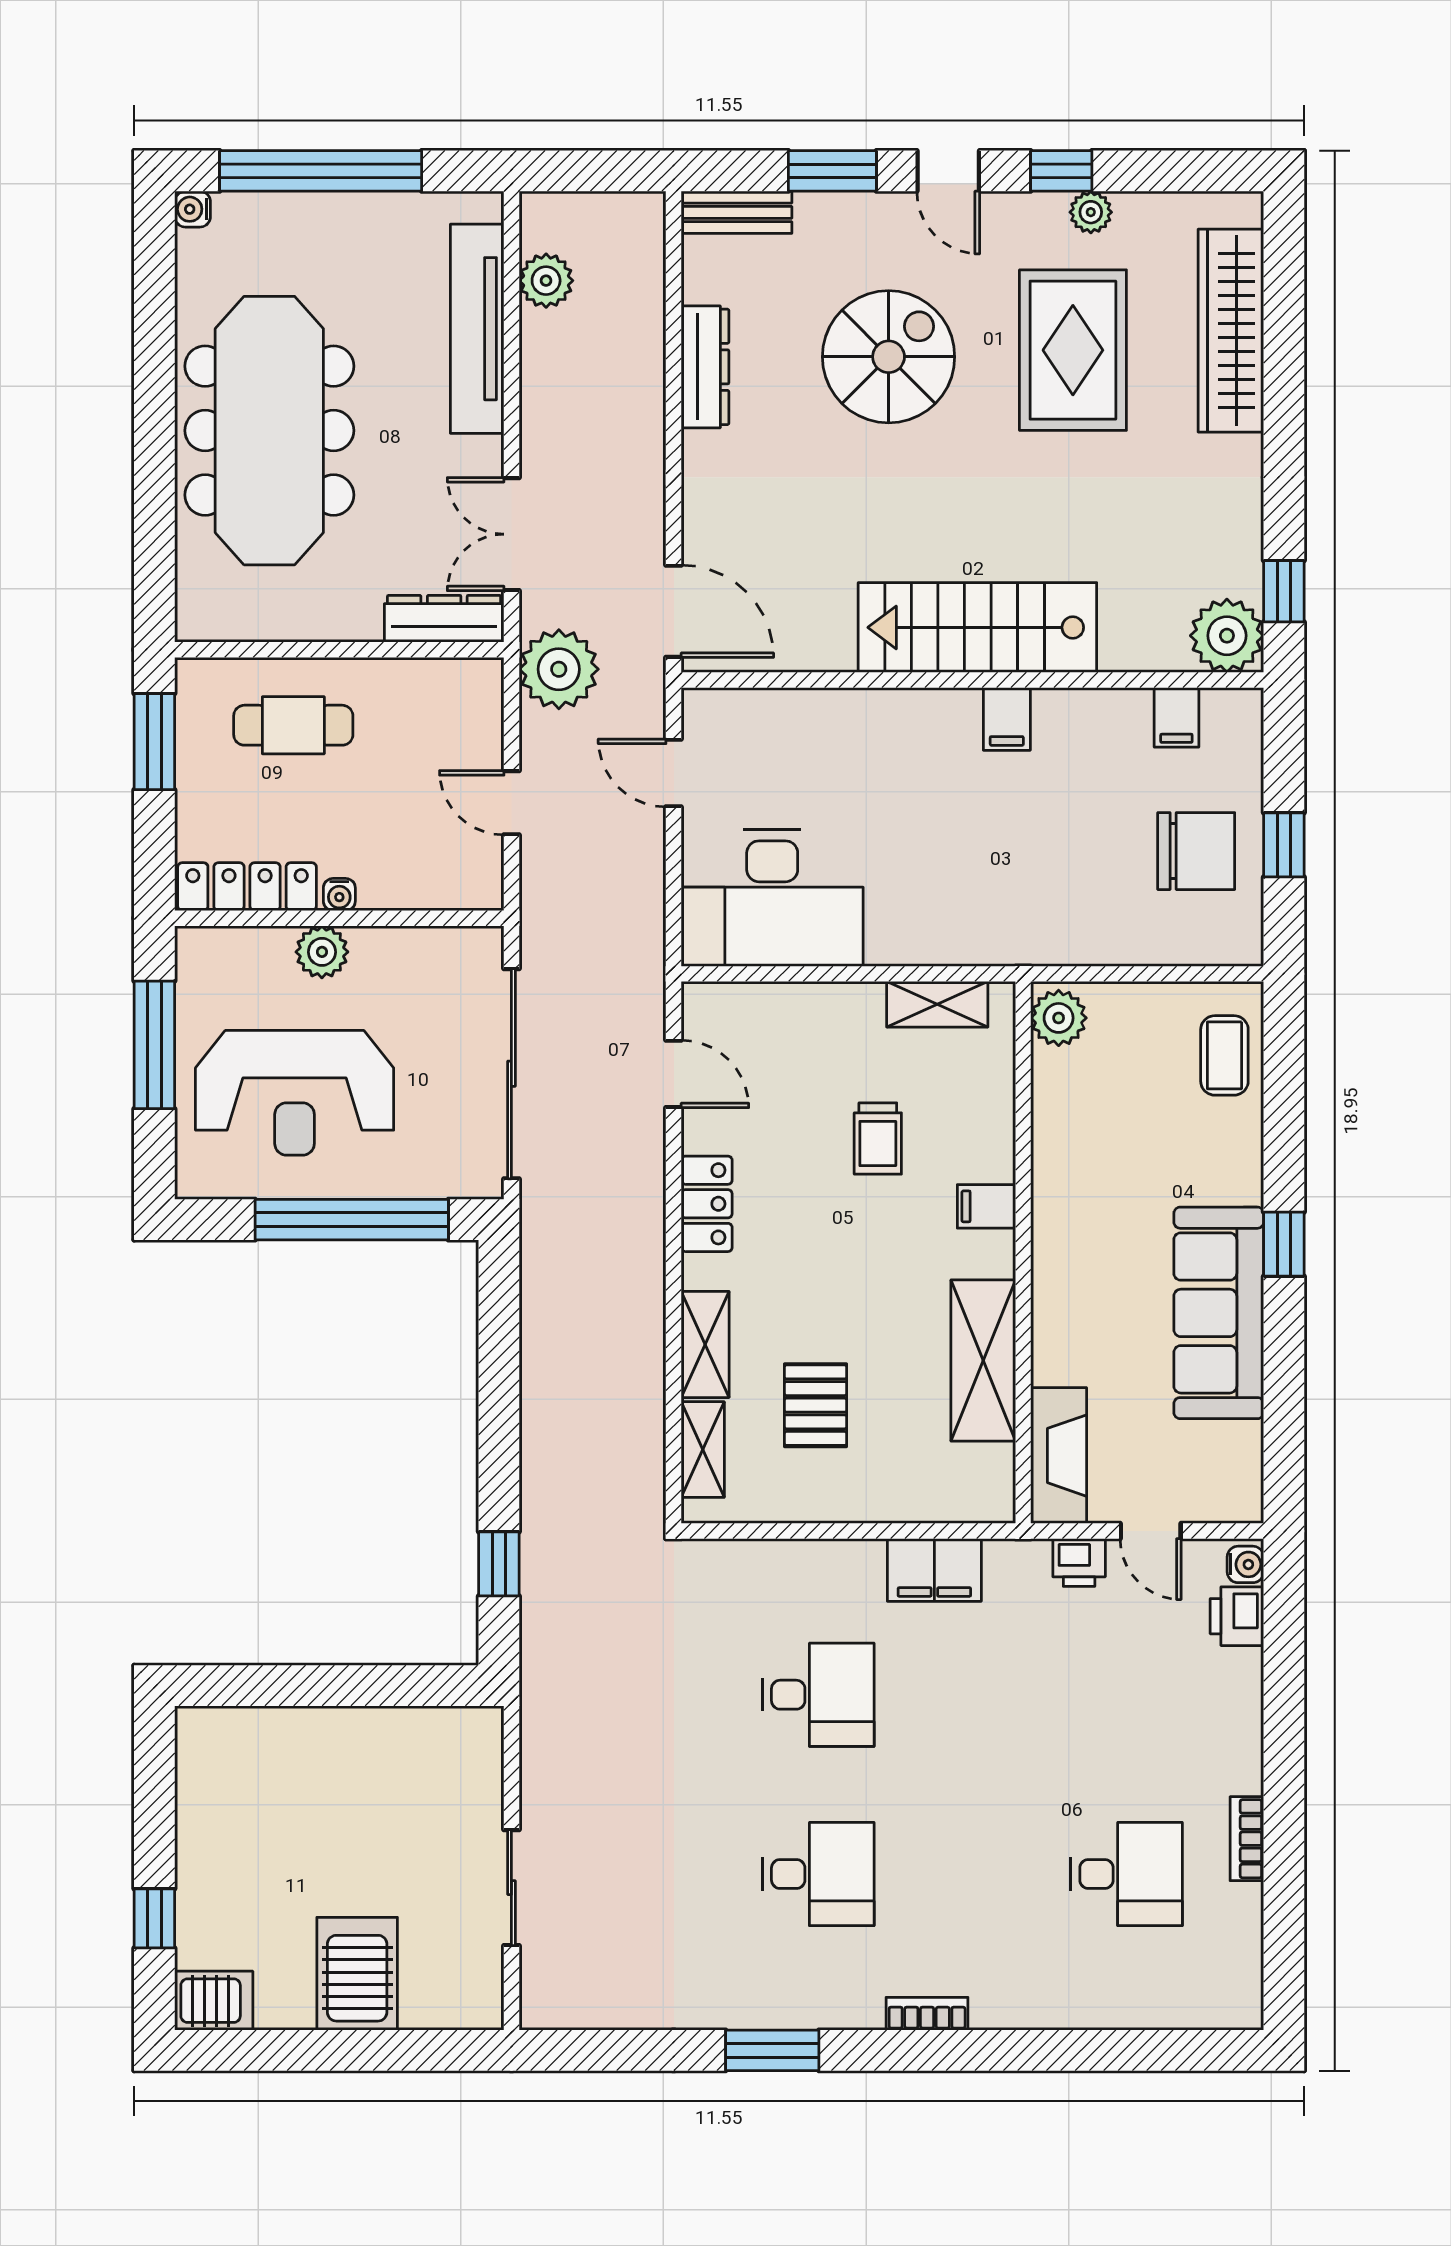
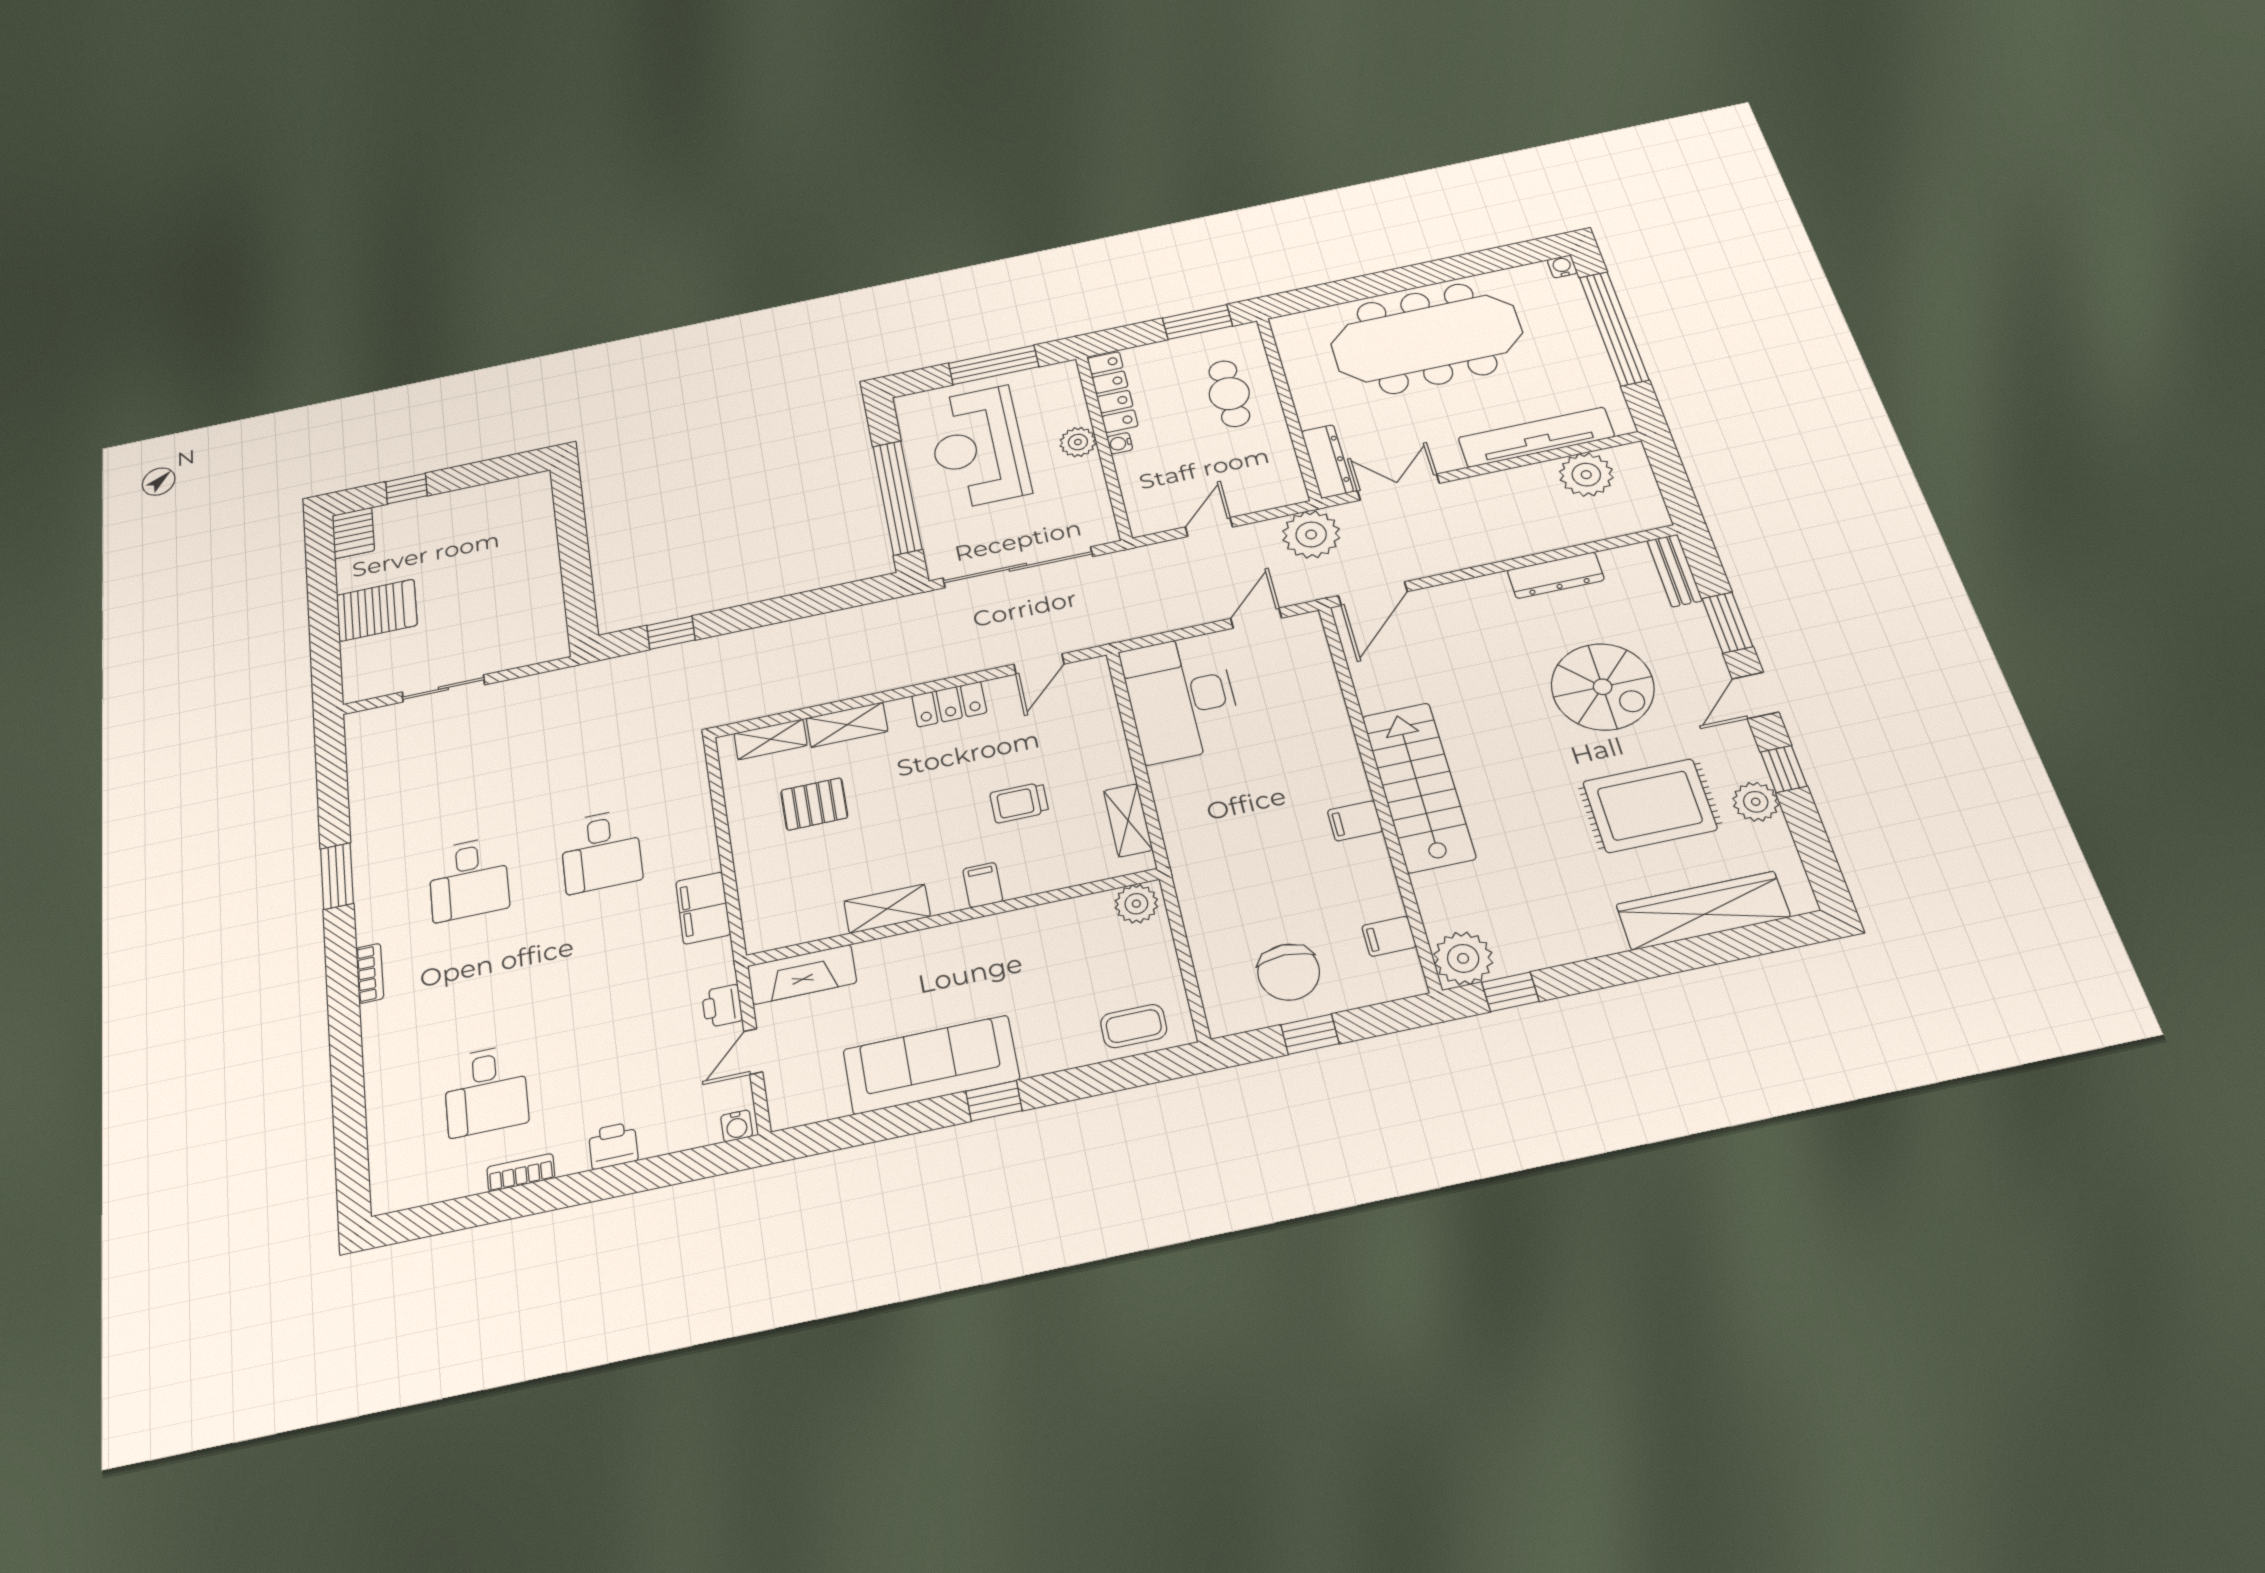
plant: (1091, 212) -> (1756, 802), width x1.38, depth x1.38
plant: (546, 281) -> (1586, 475), width x1.36, depth x1.36
shelving: (983, 1361) -> (887, 909), width x0.67, depth x0.75
printer: (1237, 1616) -> (613, 1146), moved

